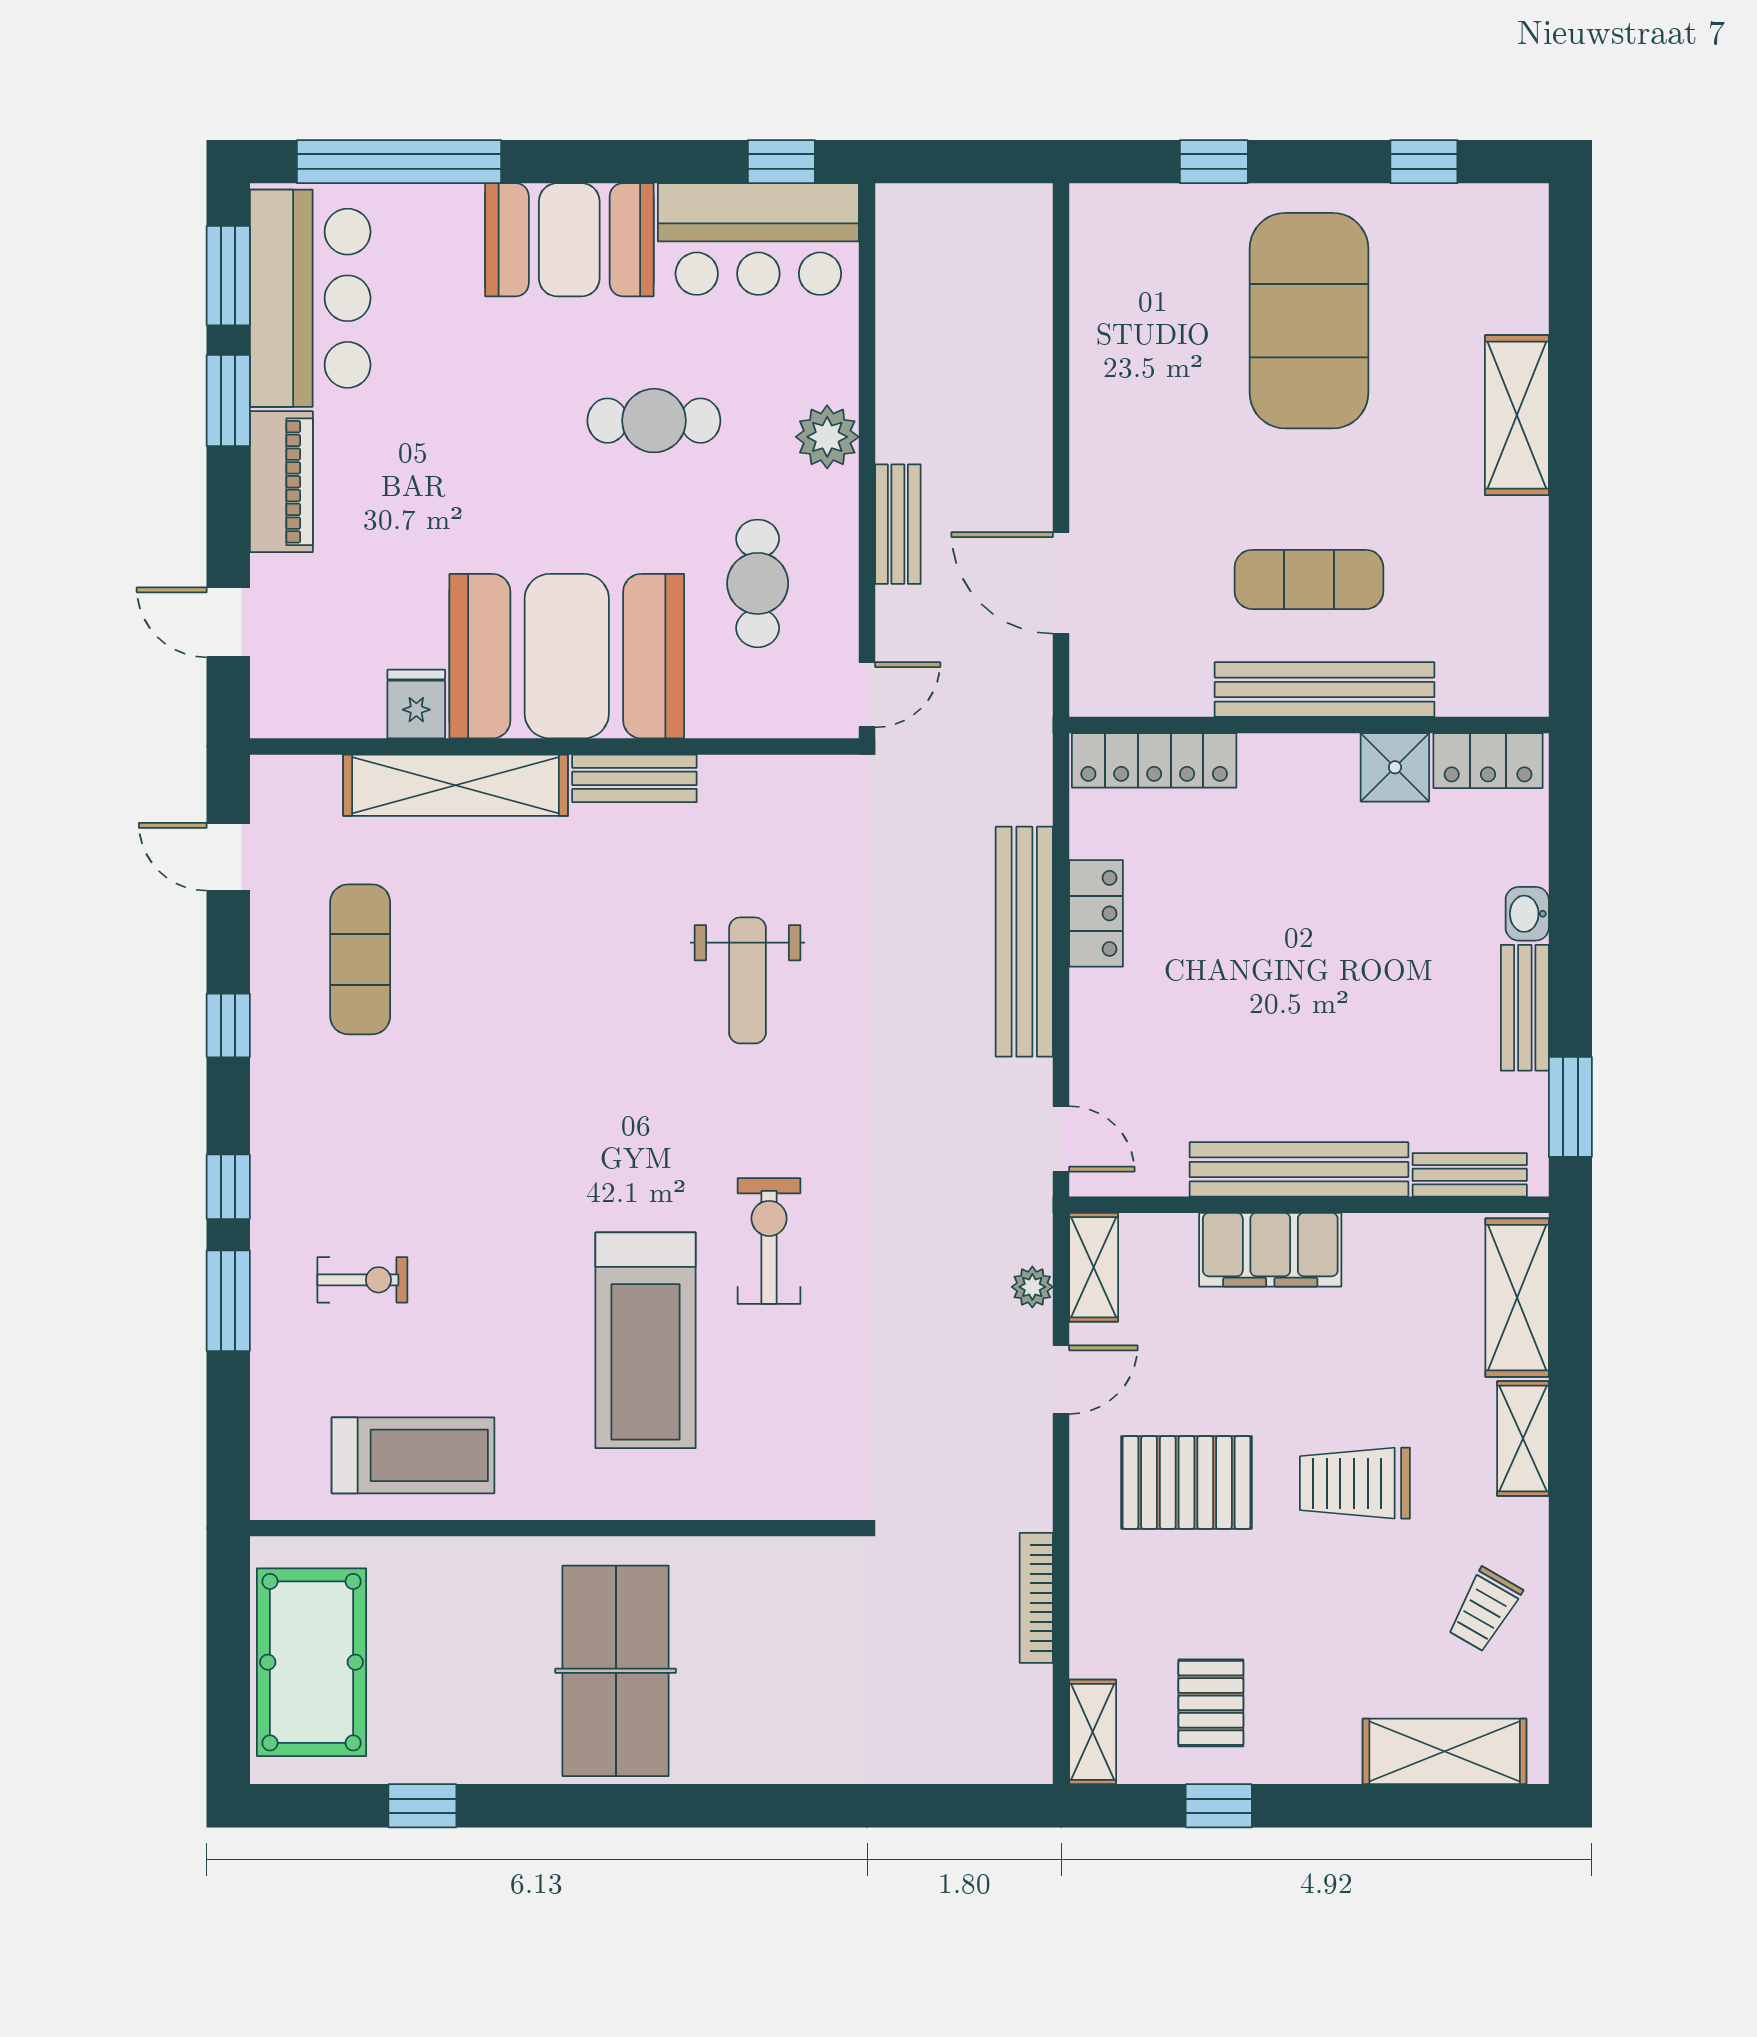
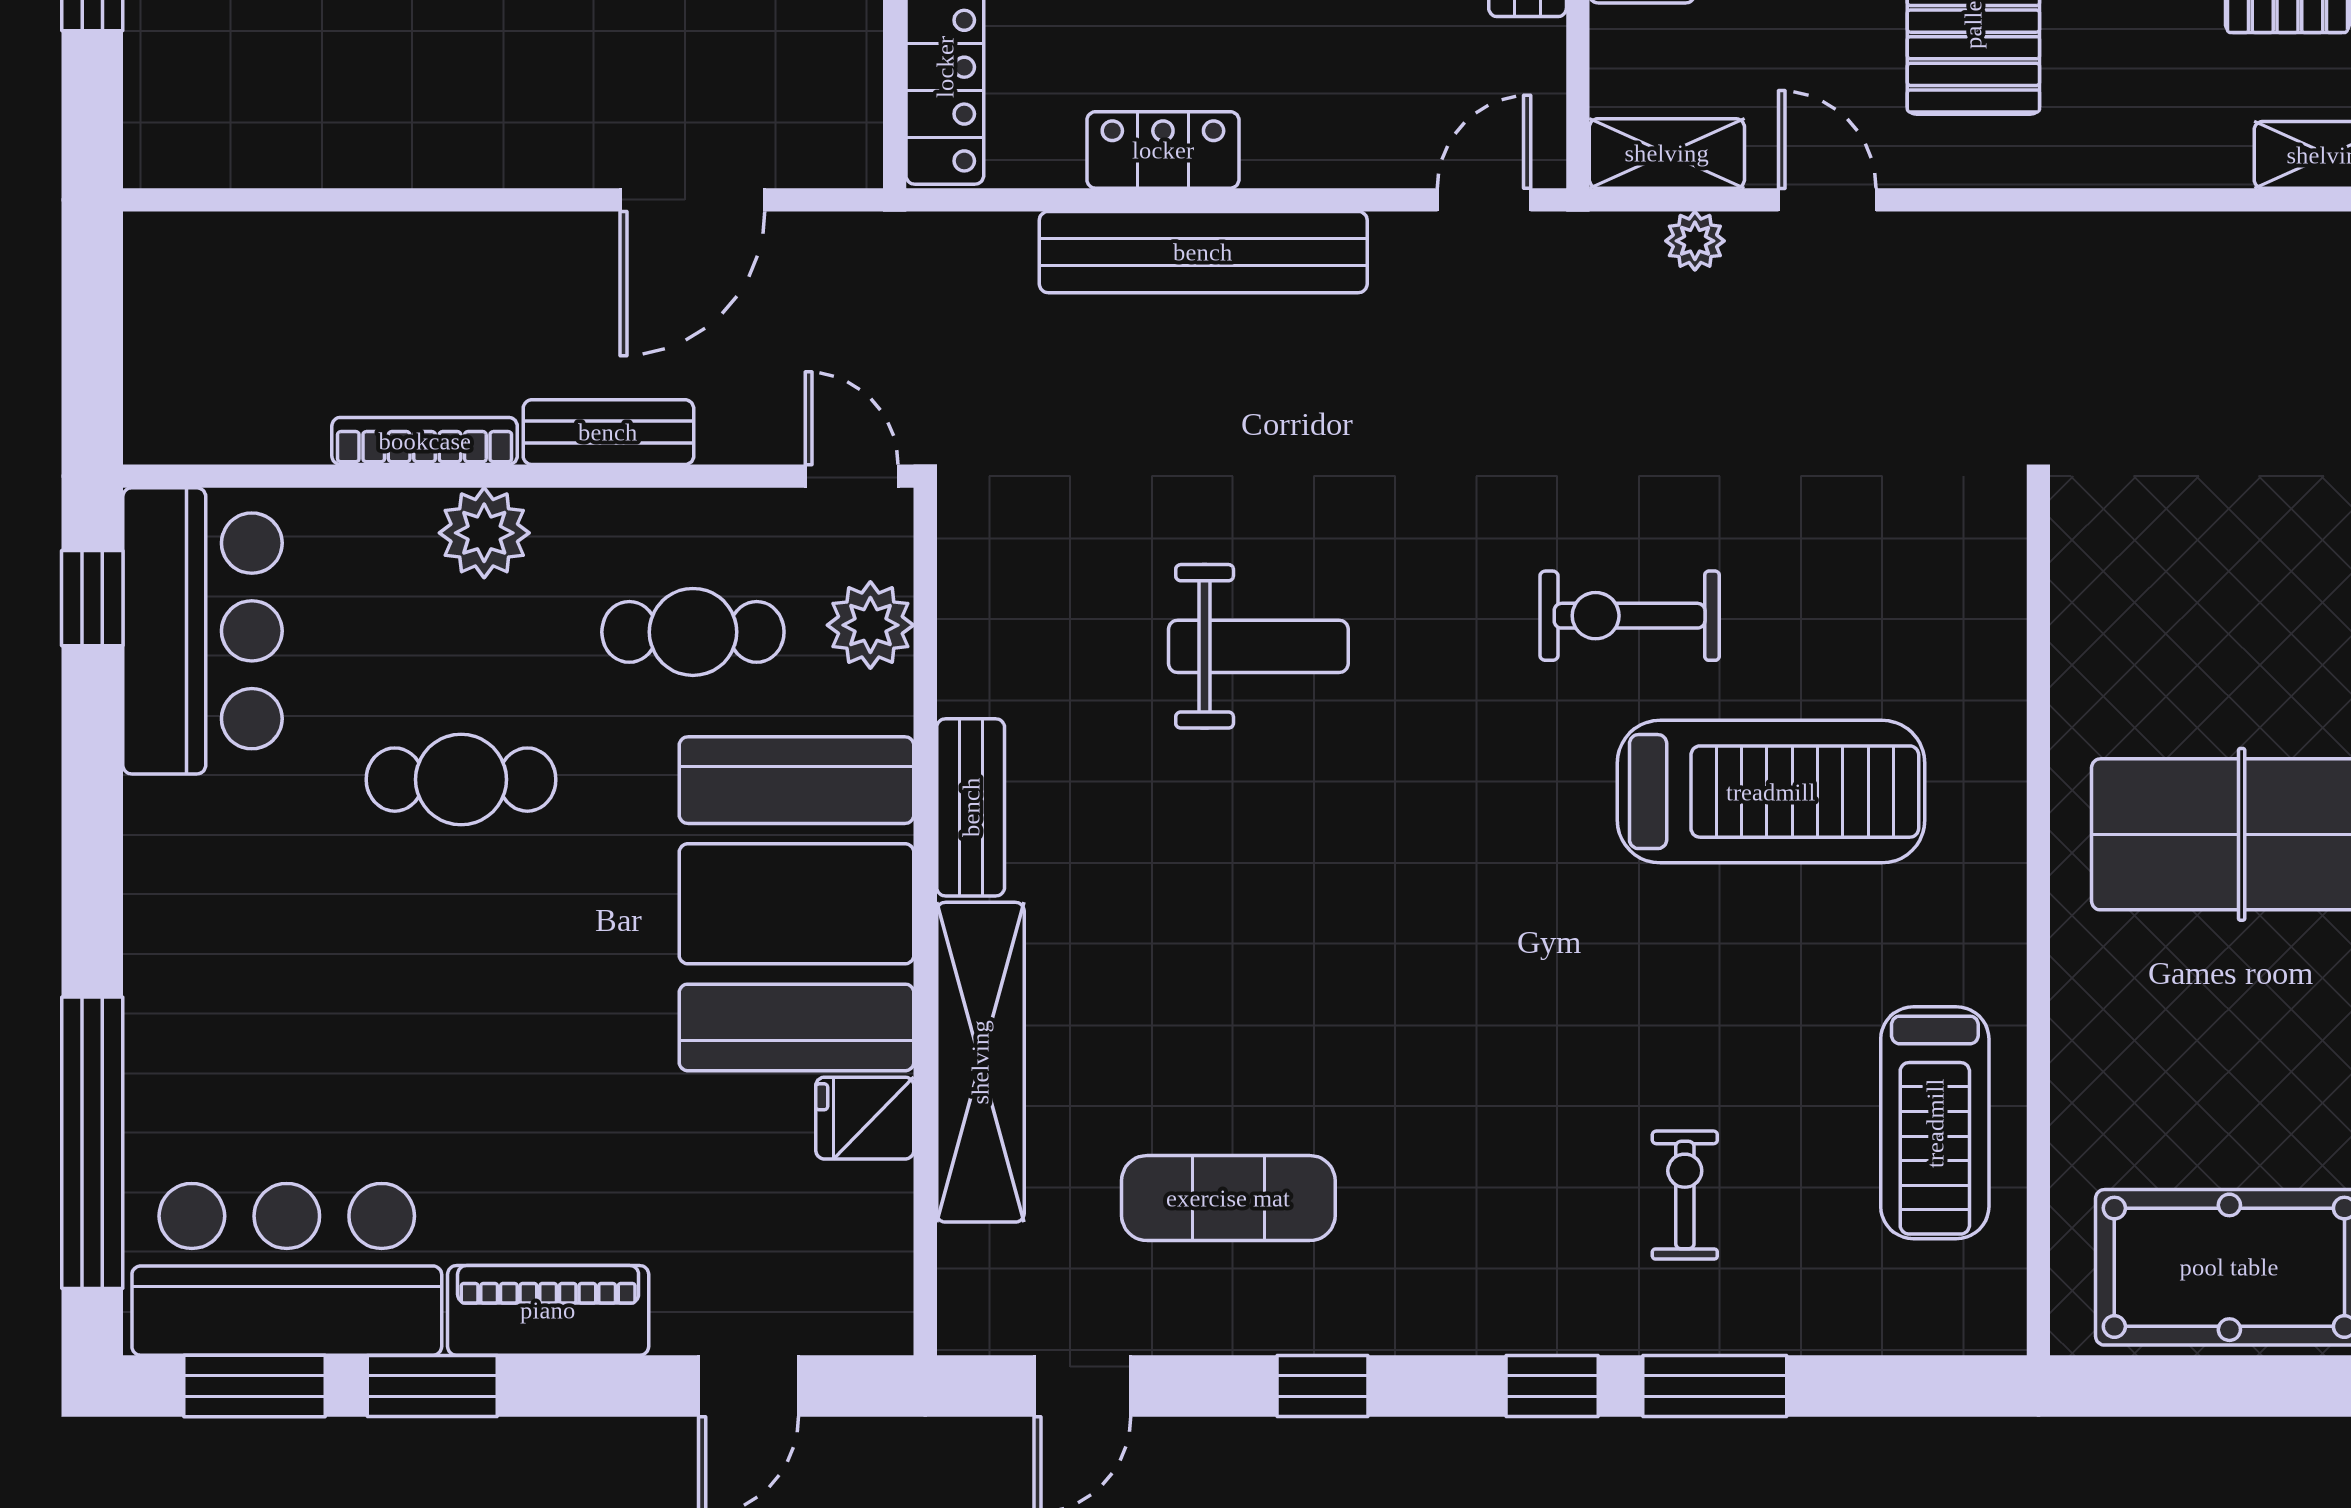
booth: (569, 240) -> (203, 900), removed
cafe table: (654, 421) -> (461, 780), turned 90
plant: (762, 708) -> (870, 625), added
treadmill: (413, 1455) -> (1935, 1123), turned 180
bookcase: (1036, 1598) -> (425, 441), moved, turned 180

